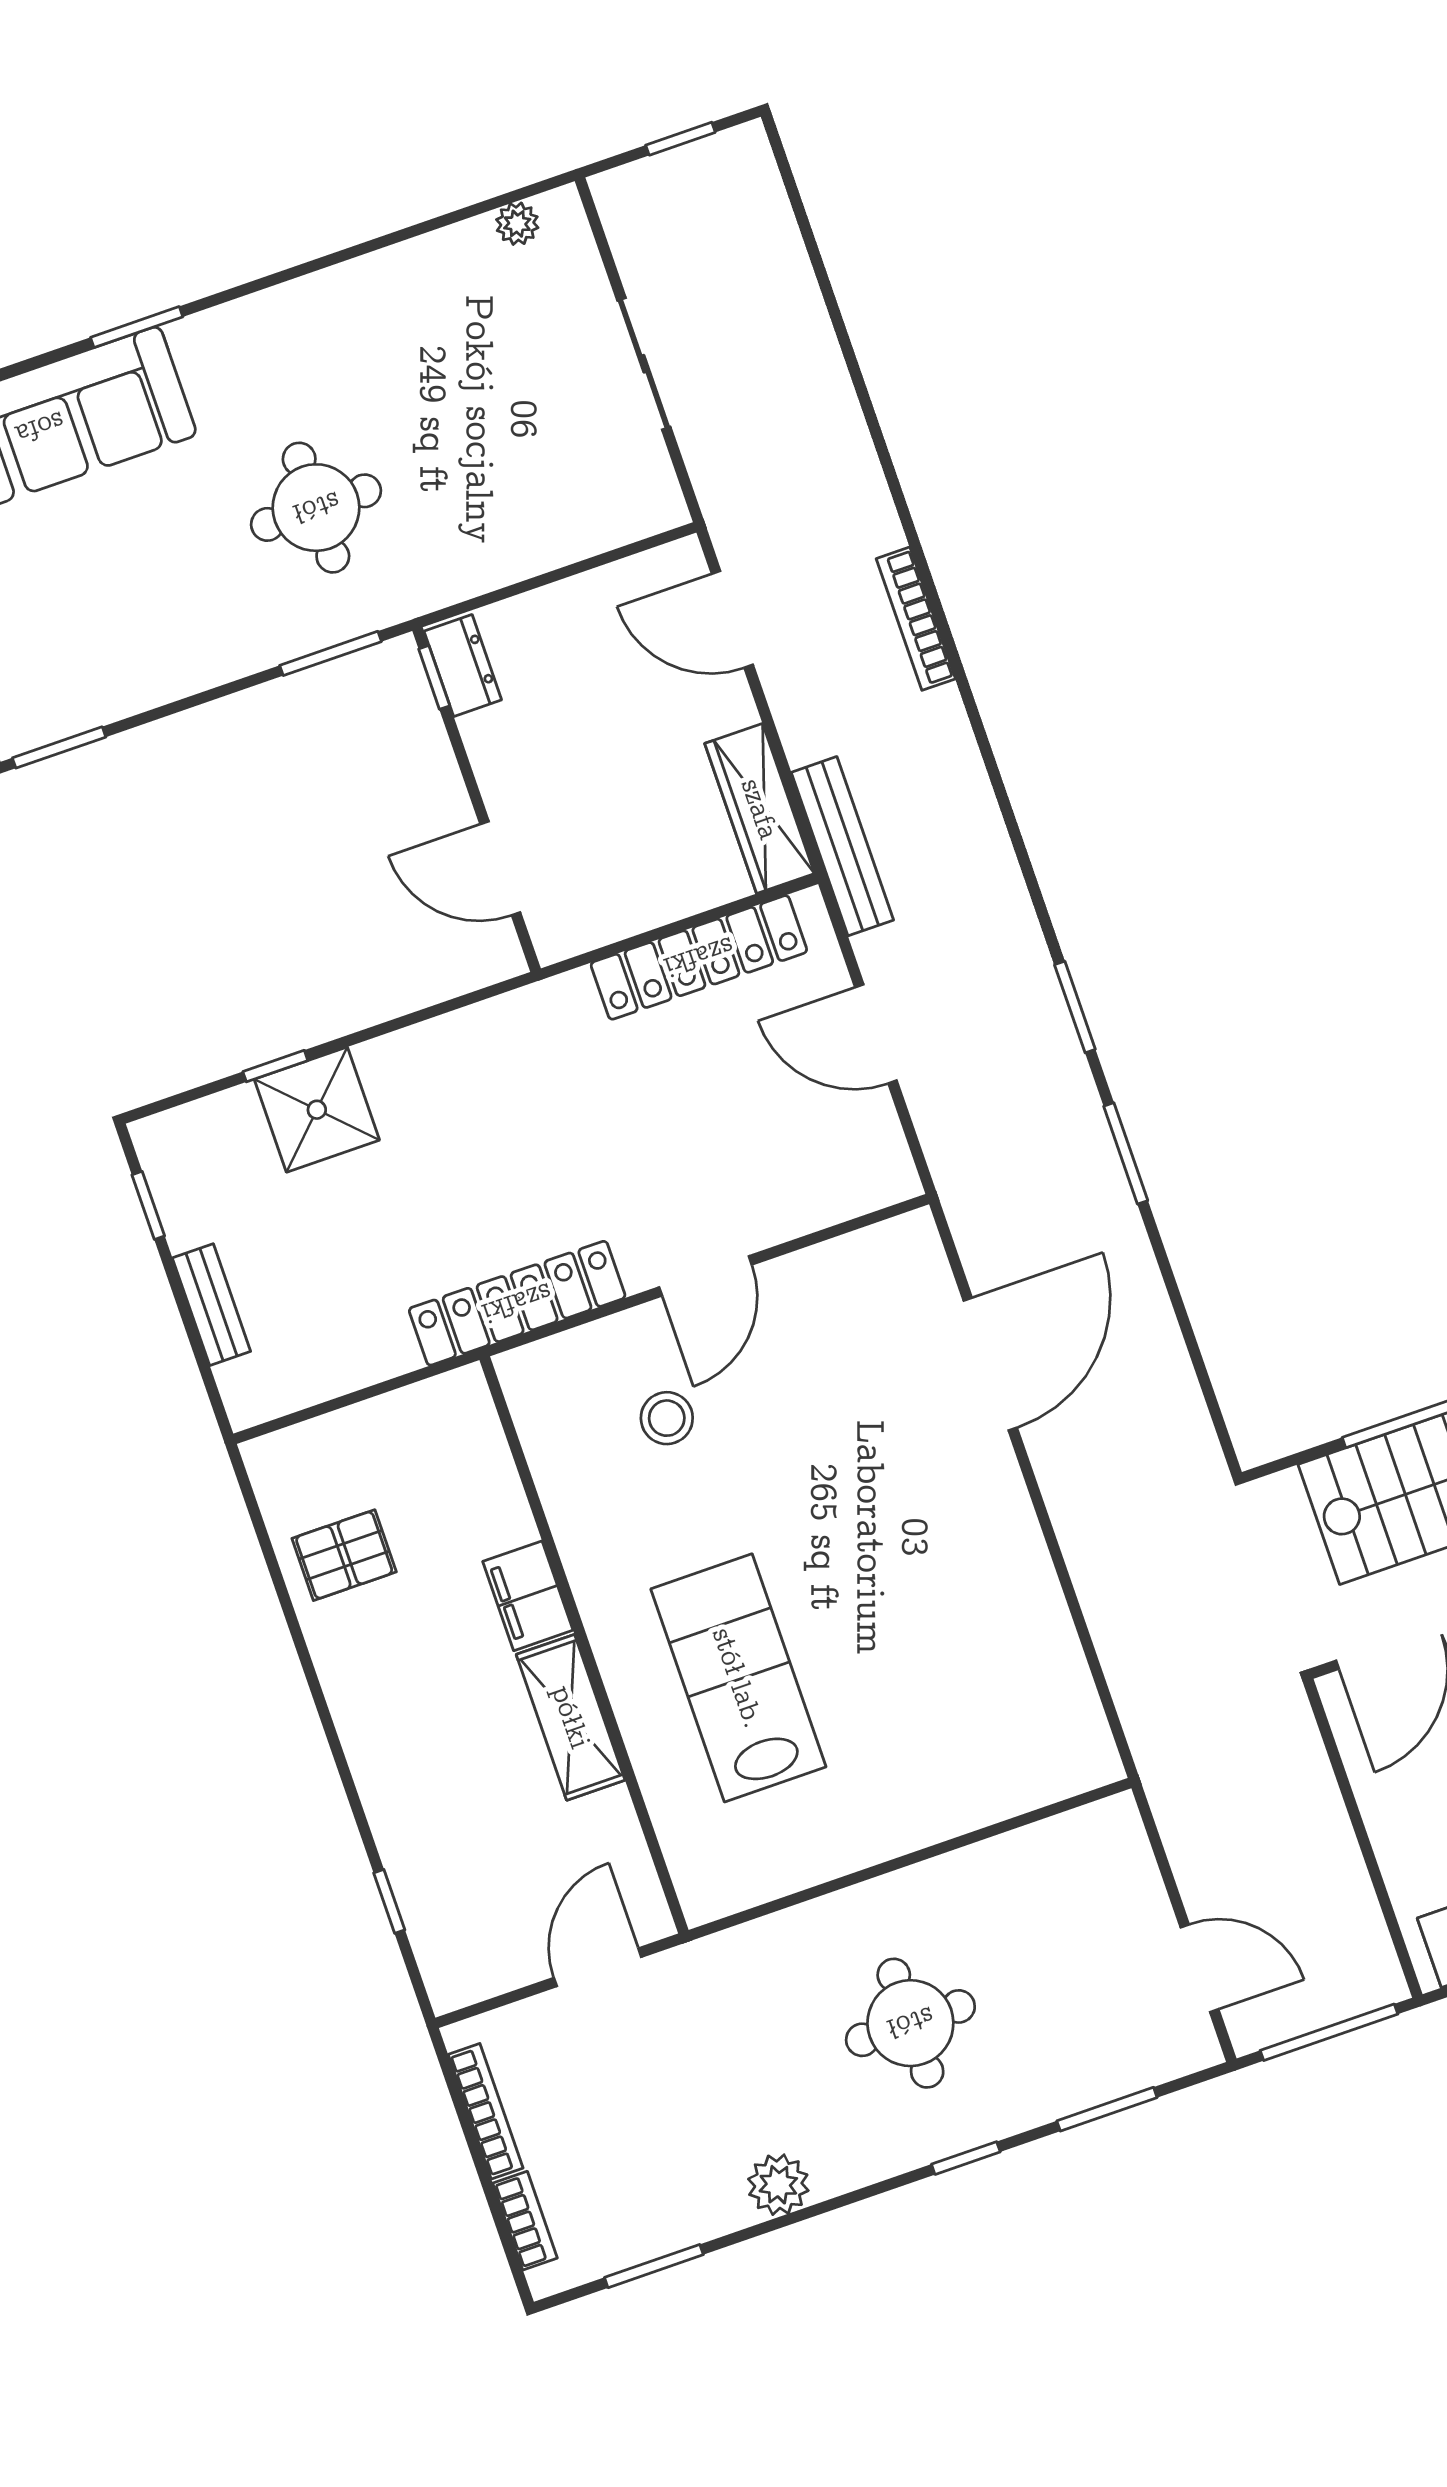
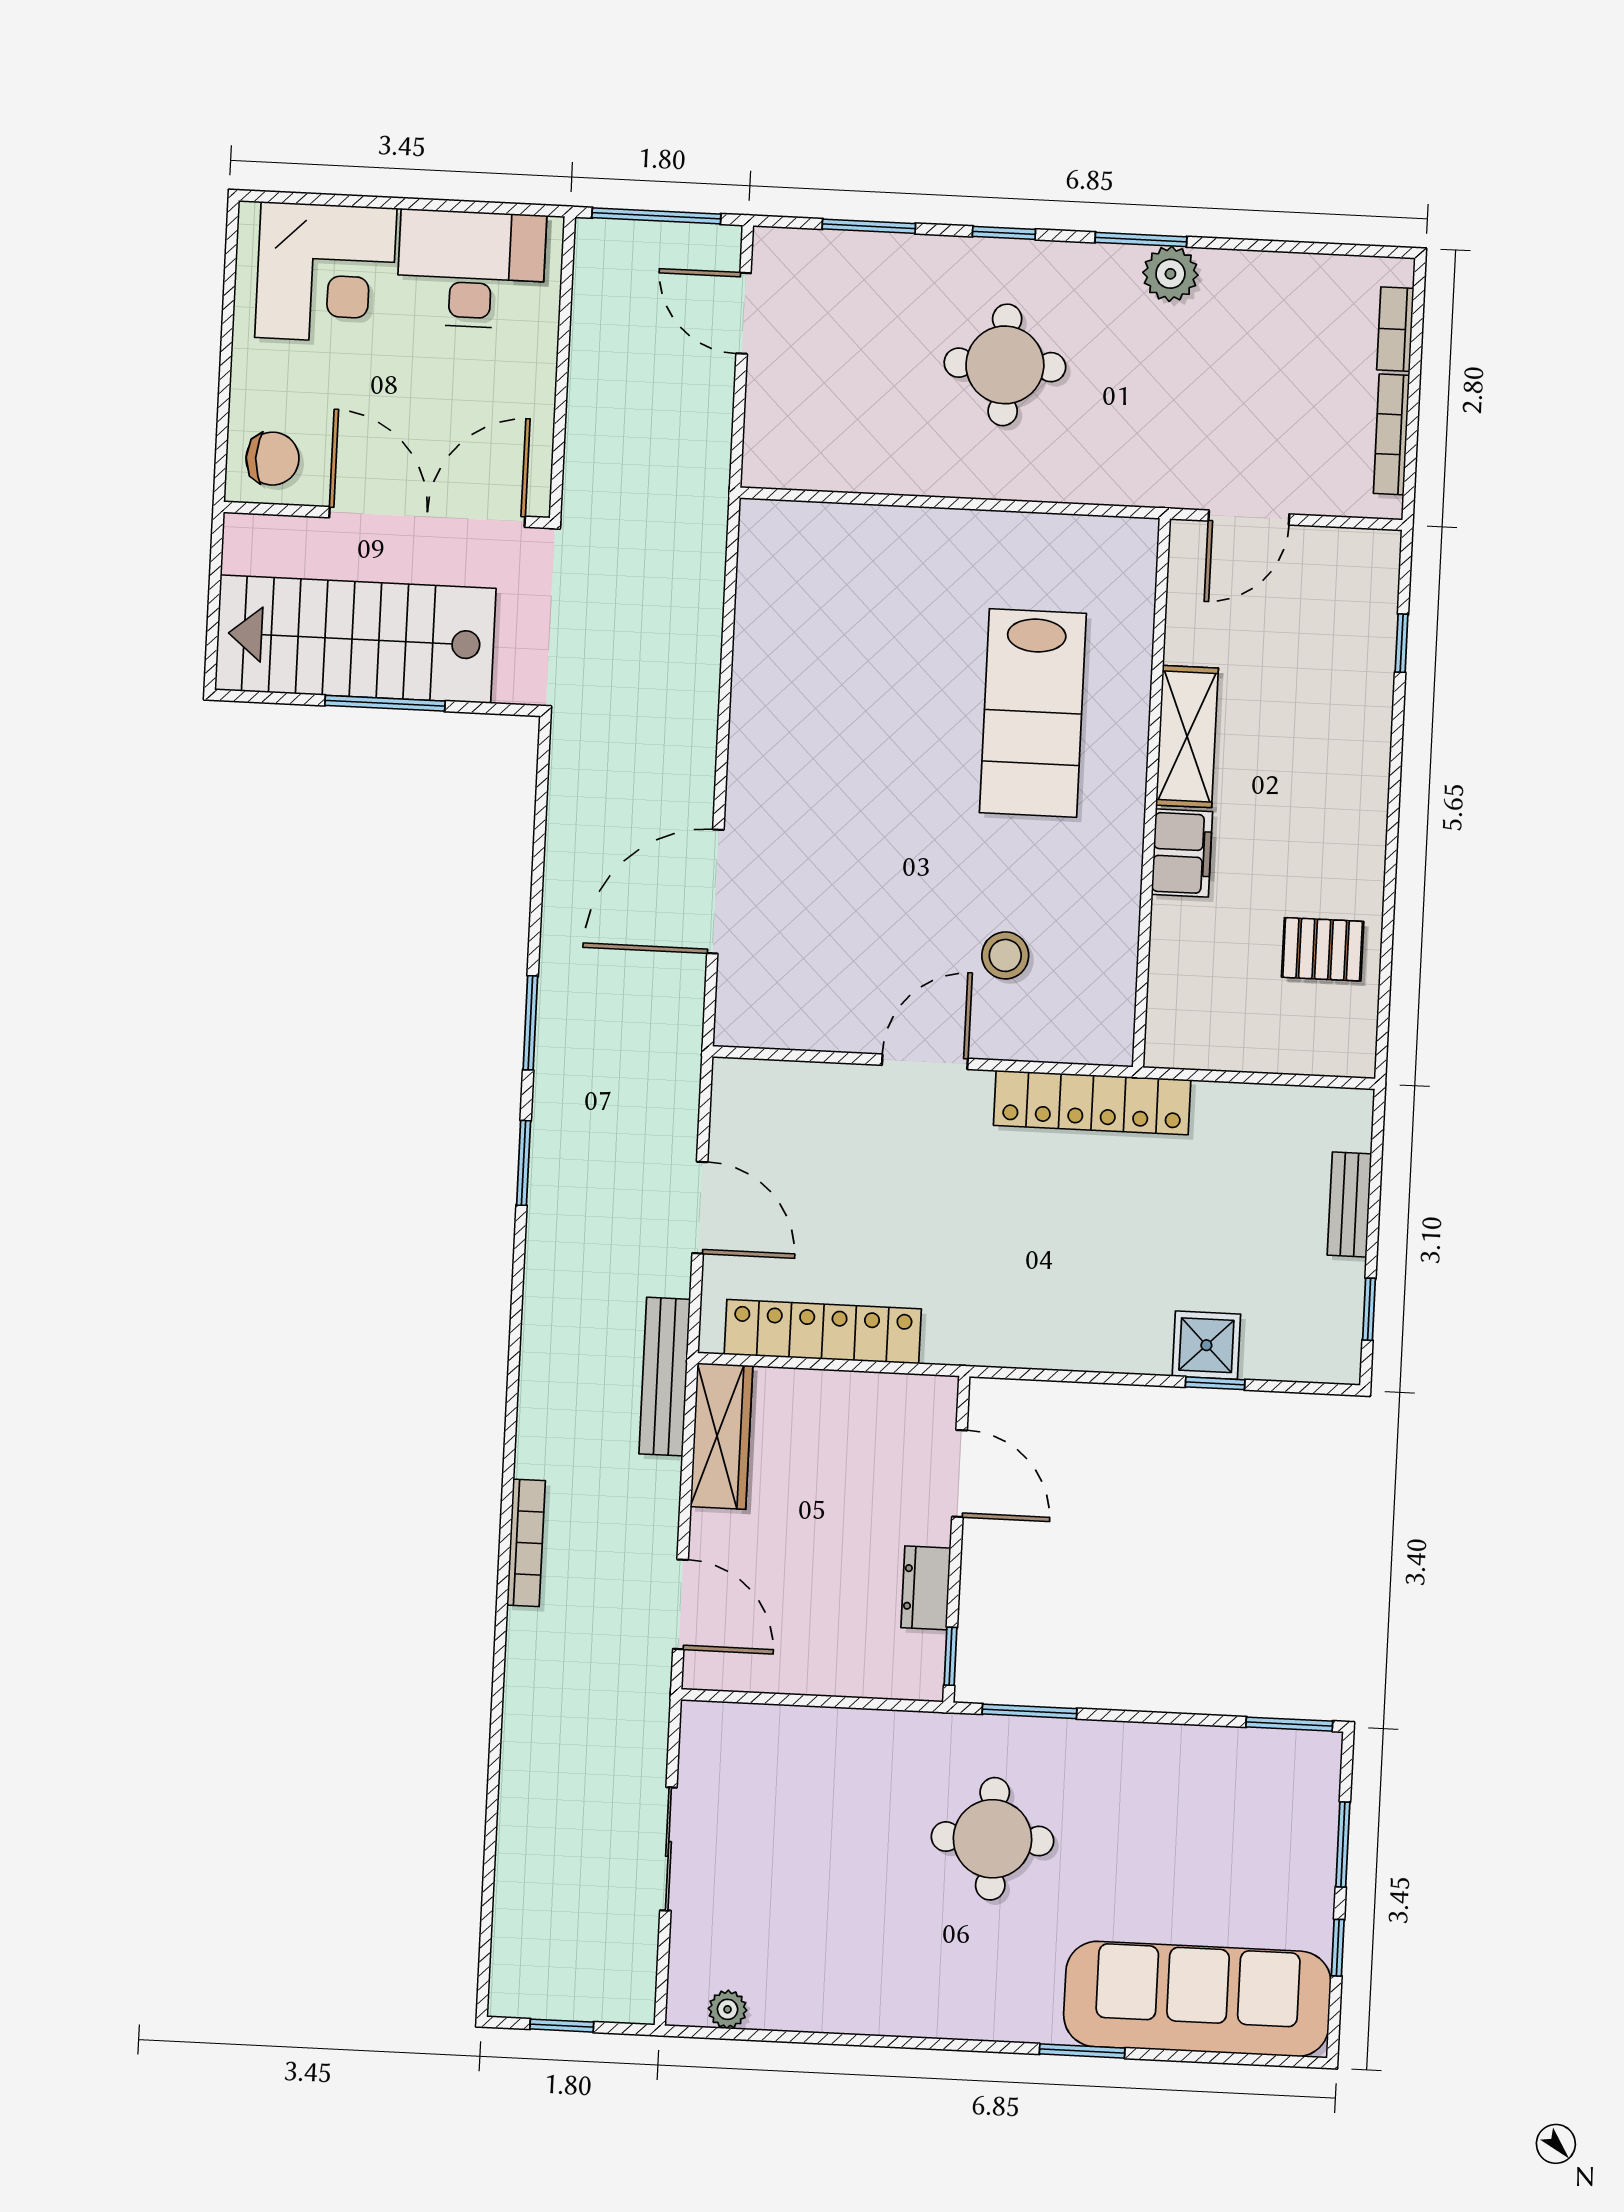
dresser: (463, 666) -> (926, 1588), moved
shower: (317, 1110) -> (1206, 1345), width x0.73, depth x0.73
window: (654, 2266) -> (1141, 240), moved

